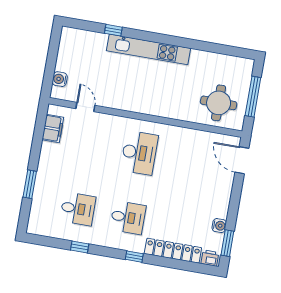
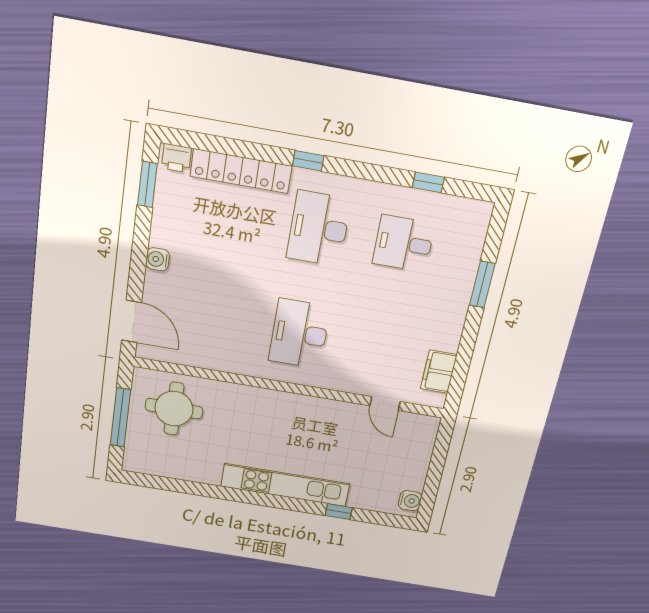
water cooler: (60, 79) -> (410, 501), moved
desk: (128, 218) -> (319, 229), width x1.37
water cooler: (219, 226) -> (158, 259), moved
window: (80, 247) -> (428, 182), moved

